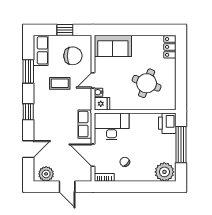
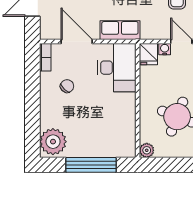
plant: (171, 105) -> (147, 150), added
printer: (167, 123) -> (121, 146), removed
door: (93, 155) -> (77, 42), hinge flipped

